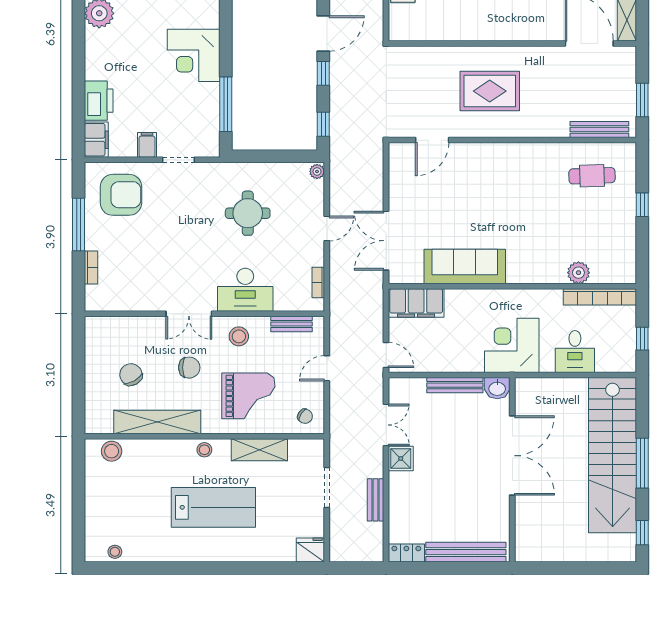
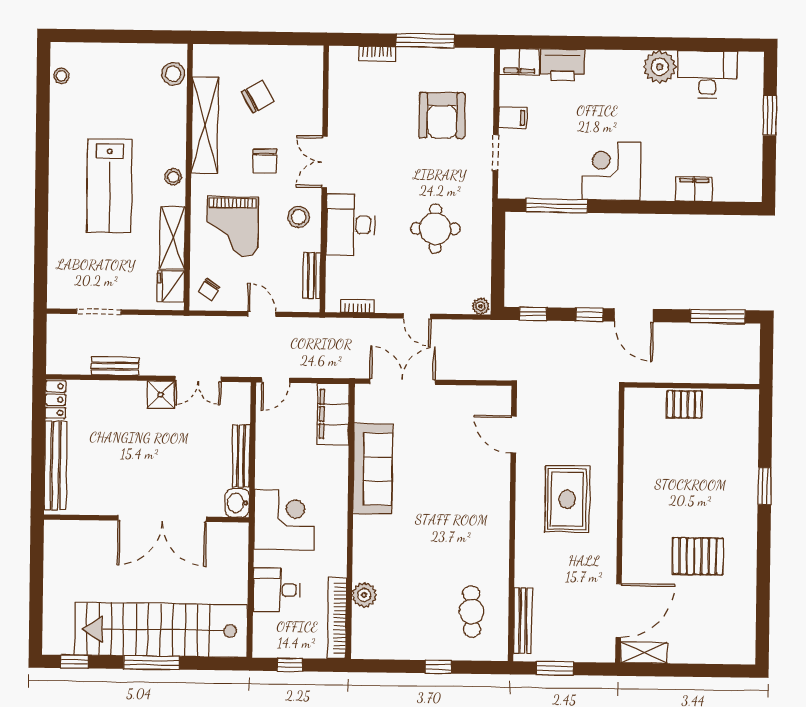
armchair: (121, 195) -> (442, 115), moved
doorway: (327, 488) -> (99, 312), moved
fridge: (310, 550) -> (171, 286), moved, turned 180

